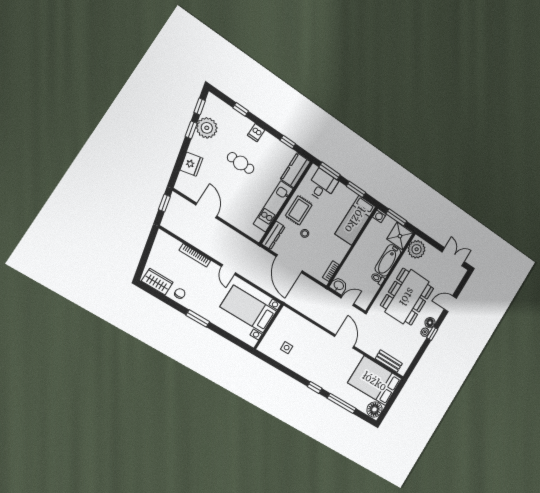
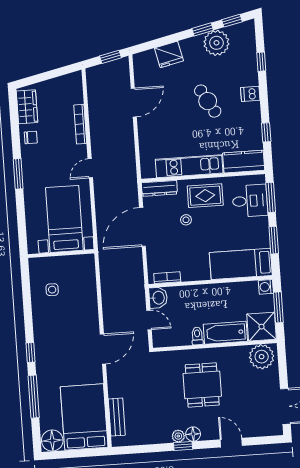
cafe table: (241, 163) -> (208, 101), turned -30
dining table: (407, 297) -> (202, 385), width x0.53, depth x0.80

